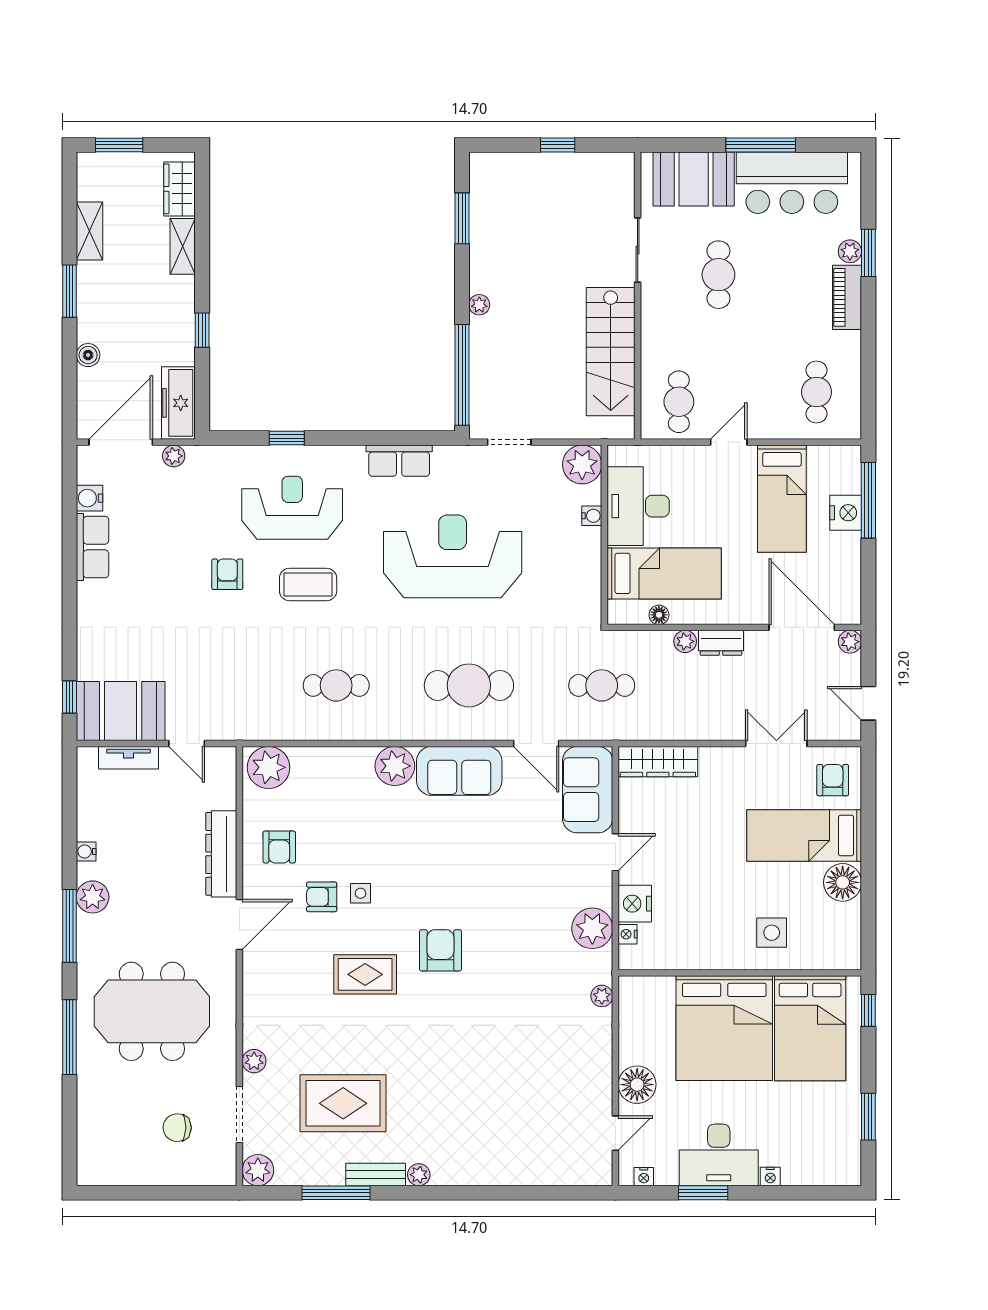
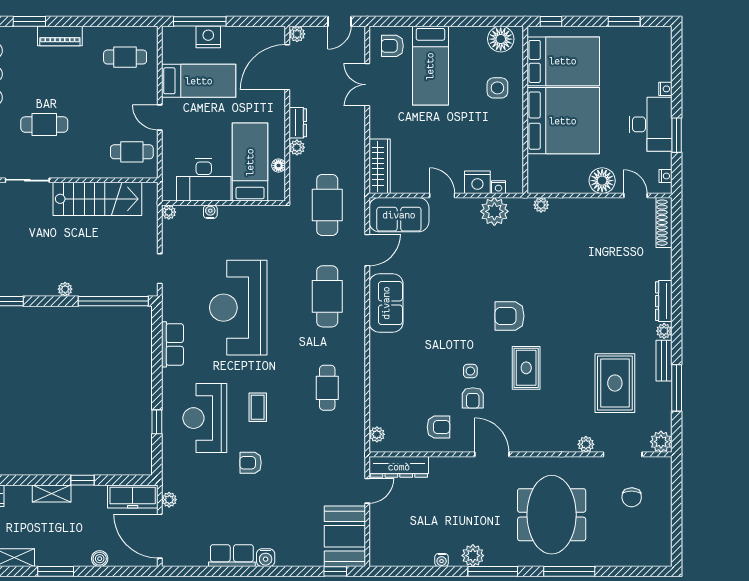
shelving: (183, 246) -> (52, 494), moved
plant: (850, 251) -> (28, 34), removed
plant: (582, 464) -> (169, 212), width x0.53, depth x0.53
water cooler: (89, 498) -> (266, 558), moved
coffee table: (308, 585) -> (258, 407), width x0.73, depth x0.77
cafe table: (602, 685) -> (327, 205), width x1.37, depth x1.35
tv unit: (129, 758) -> (377, 531), removed
plant: (395, 766) -> (383, 347), removed
plant: (269, 767) -> (377, 434), width x0.53, depth x0.53
dresser: (221, 854) -> (399, 467), moved
floor lamp: (843, 882) -> (501, 39), moved
dresser: (462, 1174) -> (664, 301), added
shoe rack: (576, 1175) -> (664, 223), added

